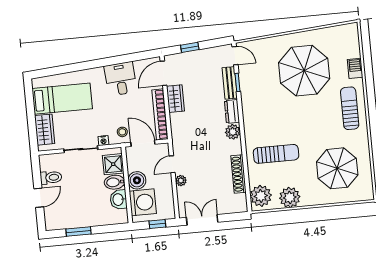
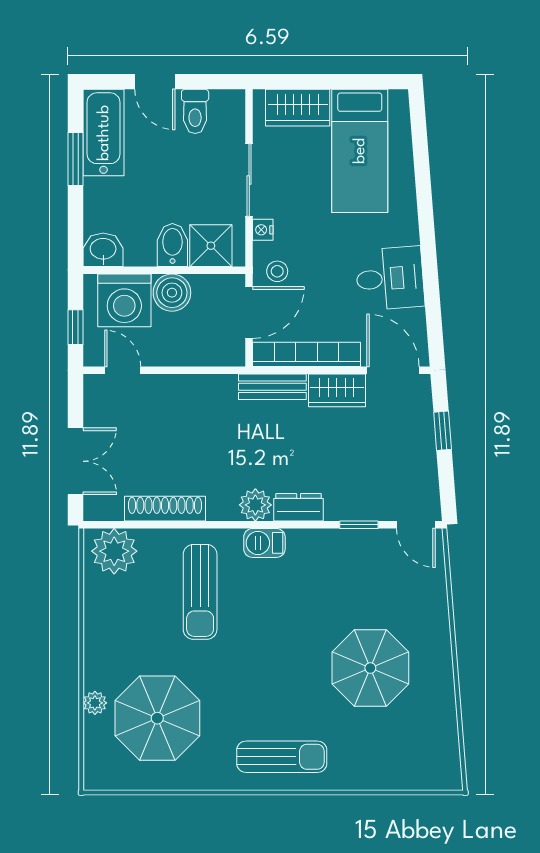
door: (235, 56) -> (416, 525), hinge flipped
barbecue: (355, 68) -> (264, 543), moved, turned 180
parasol: (304, 71) -> (370, 668), width x0.73, depth x0.73
bench: (230, 83) -> (272, 387), moved
door: (172, 164) -> (123, 370), moved
plant: (181, 181) -> (163, 386), removed
plant: (290, 197) -> (95, 703), moved, width x0.53, depth x0.53
washbasin: (118, 200) -> (103, 250), moved
bathtub: (65, 220) -> (104, 133), added
double door: (202, 220) -> (76, 461), moved

